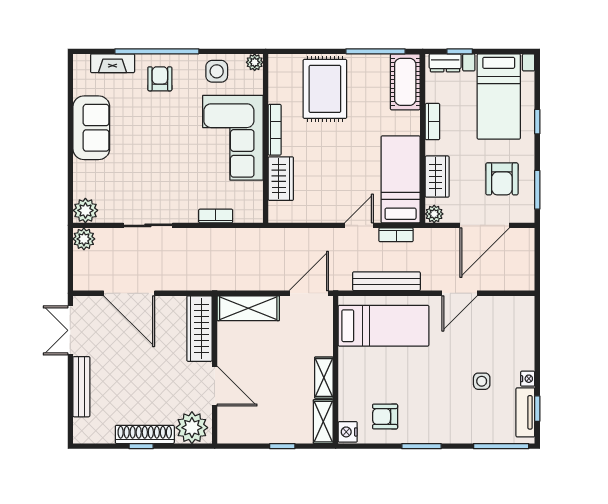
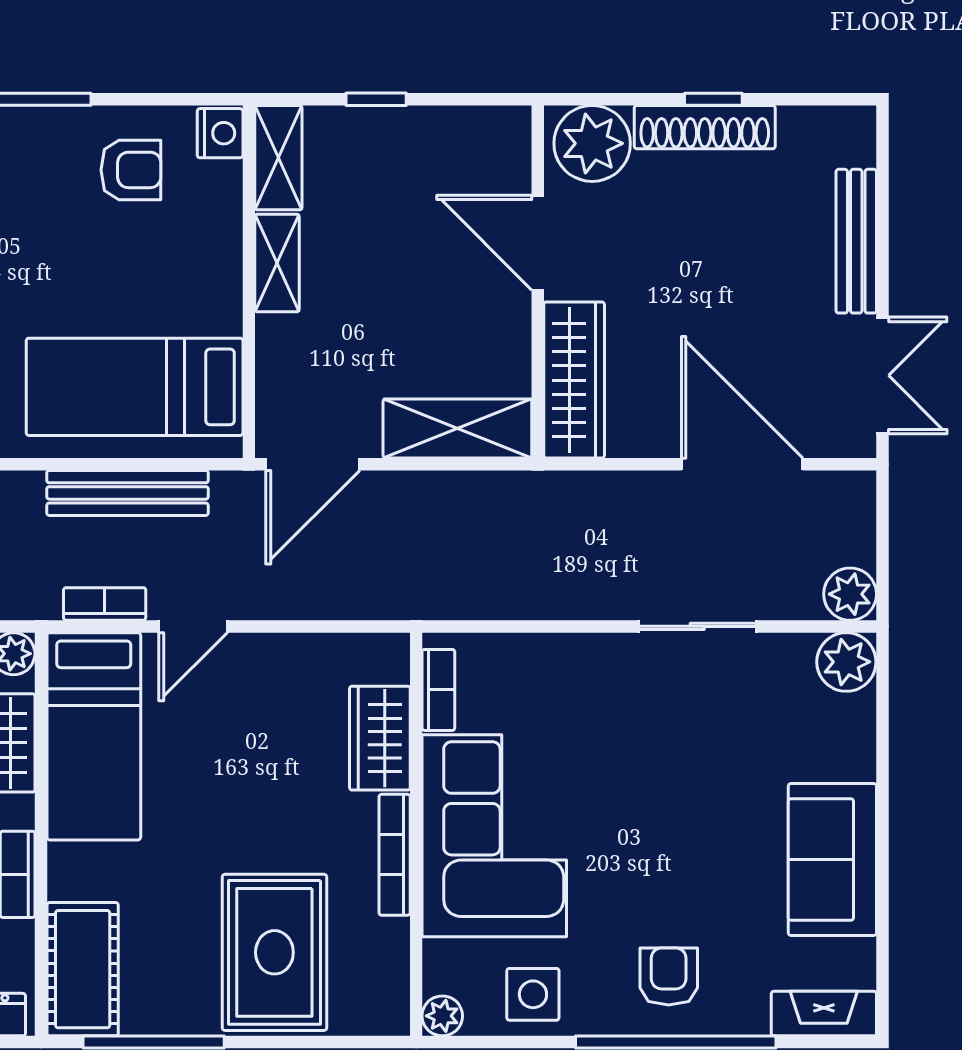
fireplace: (113, 63) -> (824, 1014), moved
armchair: (160, 79) -> (669, 977), turned 180
bookcase: (216, 216) -> (438, 690), moved, turned -90

